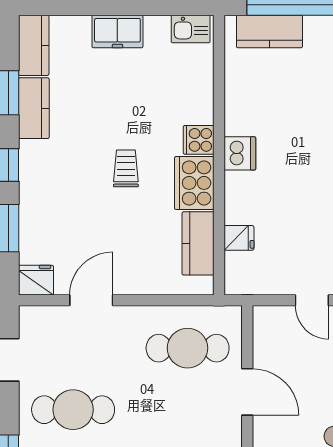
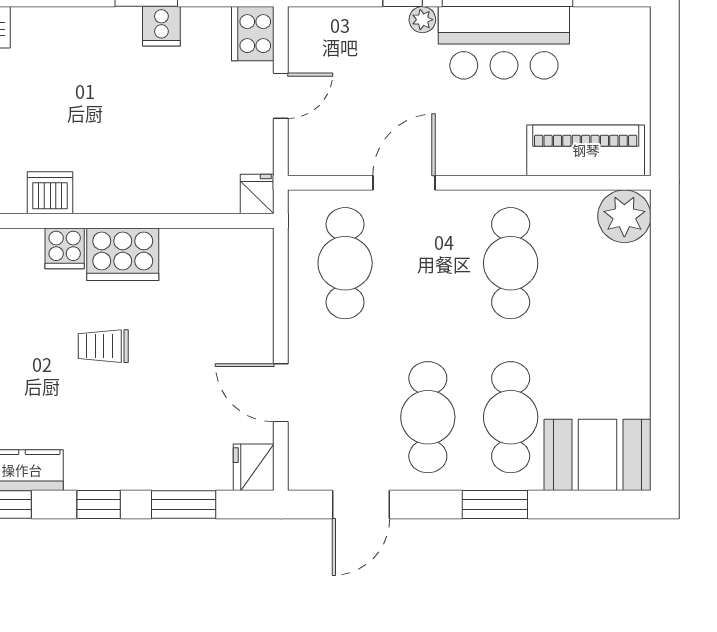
dishwasher: (240, 153) -> (50, 193), moved
fridge: (239, 238) -> (257, 194), moved
kitchen counter: (198, 243) -> (204, 249), removed

